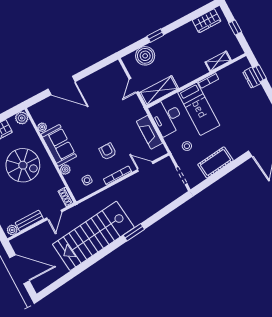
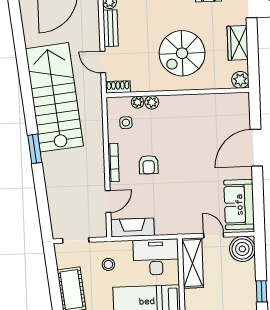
boiler: (145, 56) -> (242, 249), moved
plant: (42, 127) -> (138, 102), moved
fireplace: (149, 132) -> (132, 227), moved
sofa: (59, 145) -> (239, 205), moved, turned 90
armchair: (108, 152) -> (149, 165), turned 90

